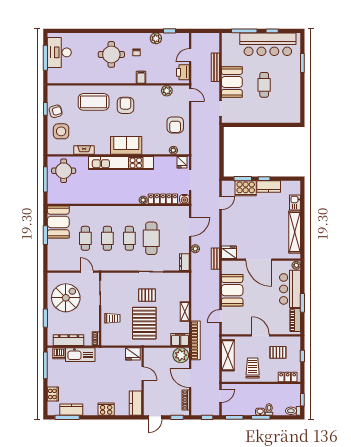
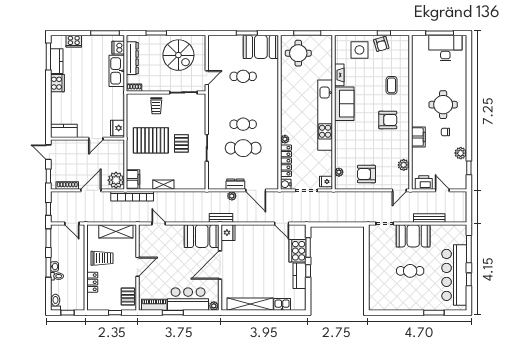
filing cabinet: (141, 77) -> (418, 137), width x2.00
coffee table: (94, 102) -> (392, 85), width x0.54, depth x0.58
sofa: (126, 145) -> (344, 104), moved
round table: (64, 171) -> (298, 53), moved
cafe table: (107, 238) -> (243, 100), removed
dresser: (184, 262) -> (235, 184), moved
booth: (232, 290) -> (202, 236), moved
pallet: (278, 352) -> (128, 297), moved
locker: (288, 377) -> (92, 282), moved
cooker: (106, 409) -> (57, 83), moved

